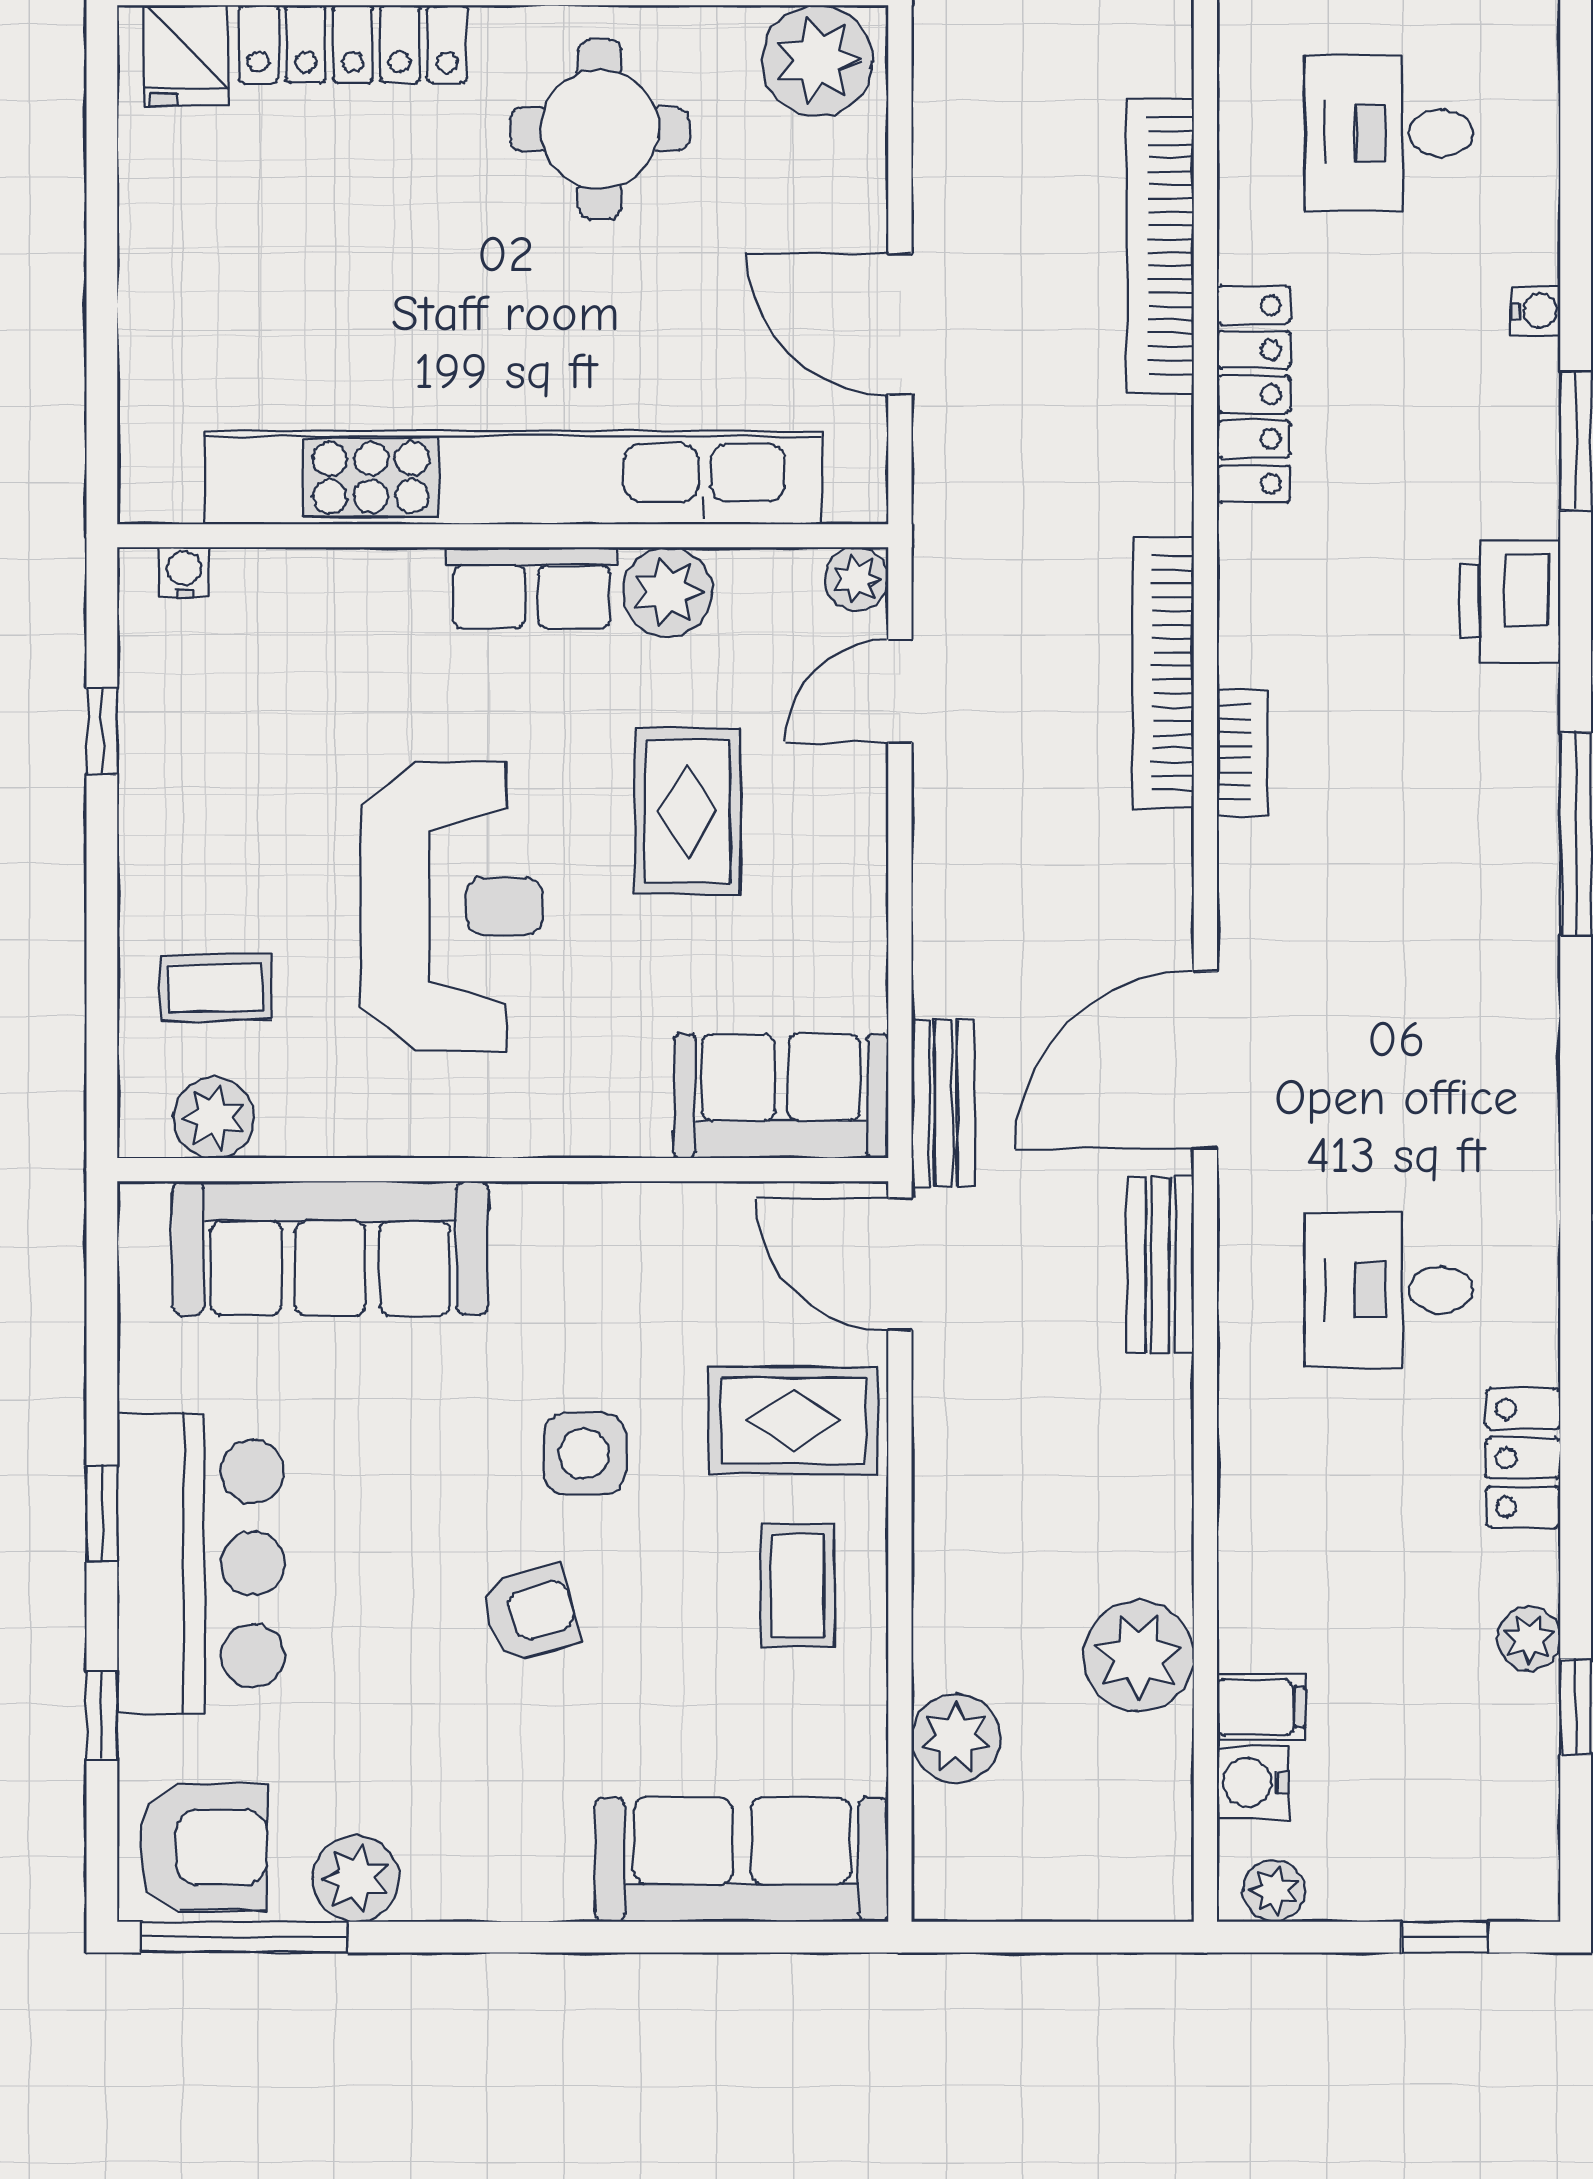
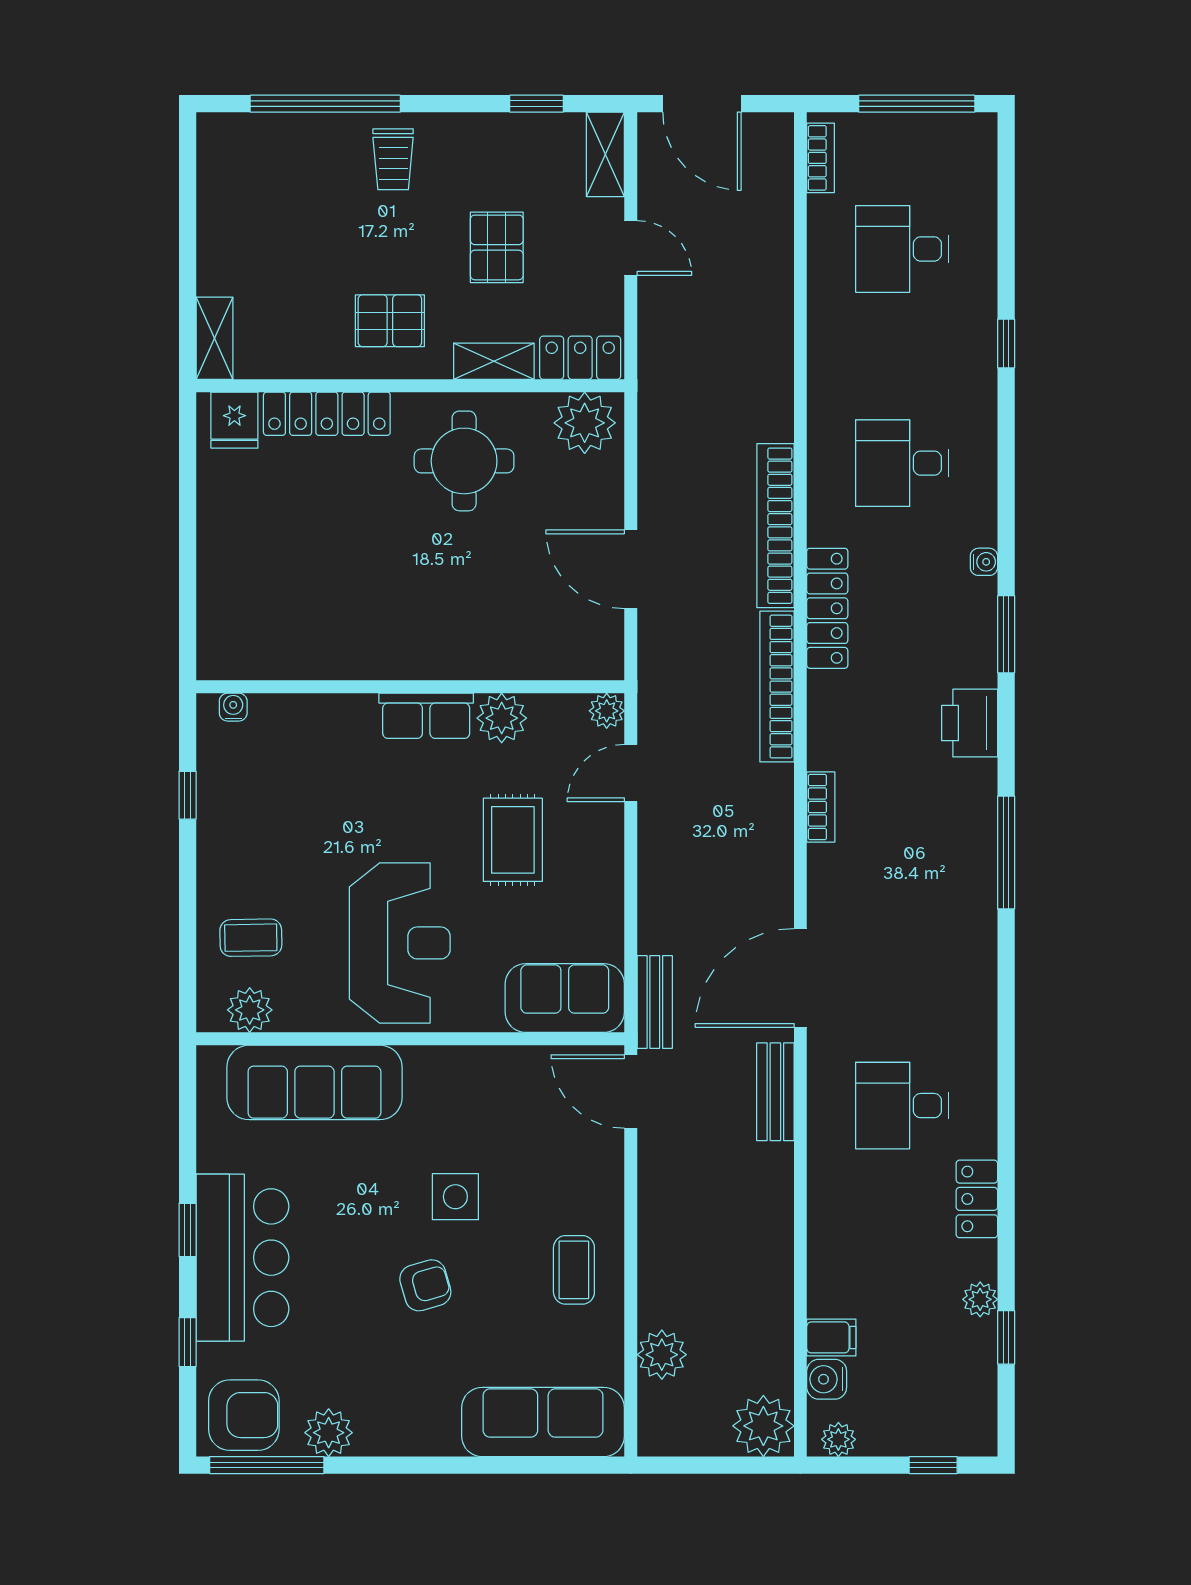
kitchen unit: (513, 478) -> (416, 654), removed
bookcase: (1163, 673) -> (777, 687), moved
reception desk: (452, 906) -> (400, 943), moved
rug: (794, 1421) -> (572, 1178), removed
plant: (1139, 1656) -> (763, 1426), moved

